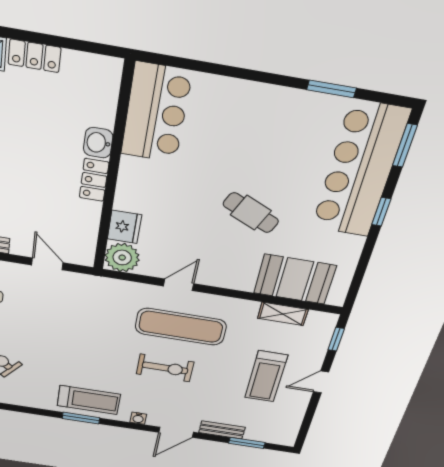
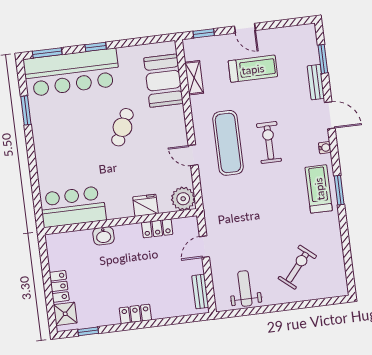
locker: (94, 180) -> (157, 228), moved
fridge: (124, 227) -> (145, 205), moved

